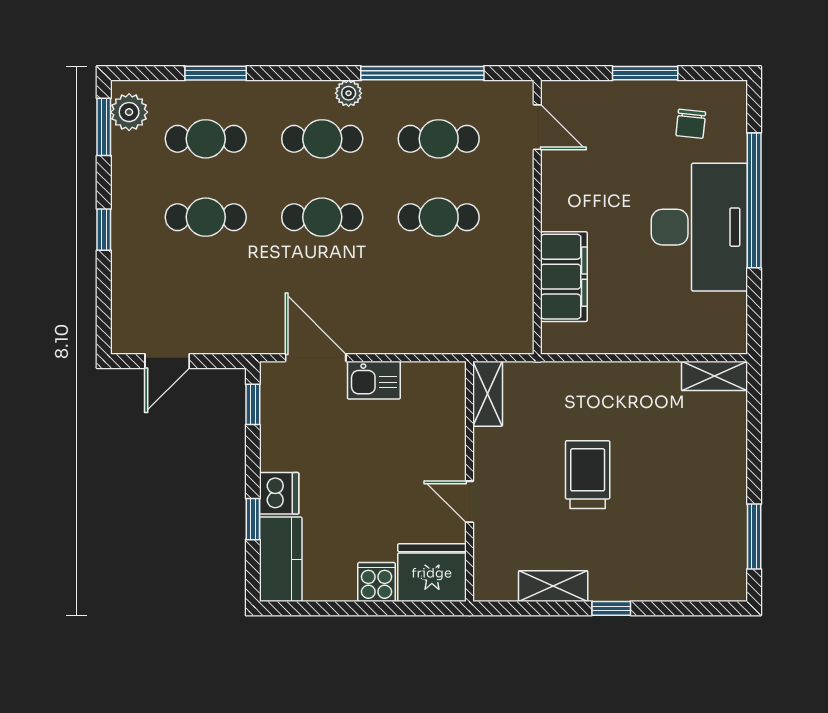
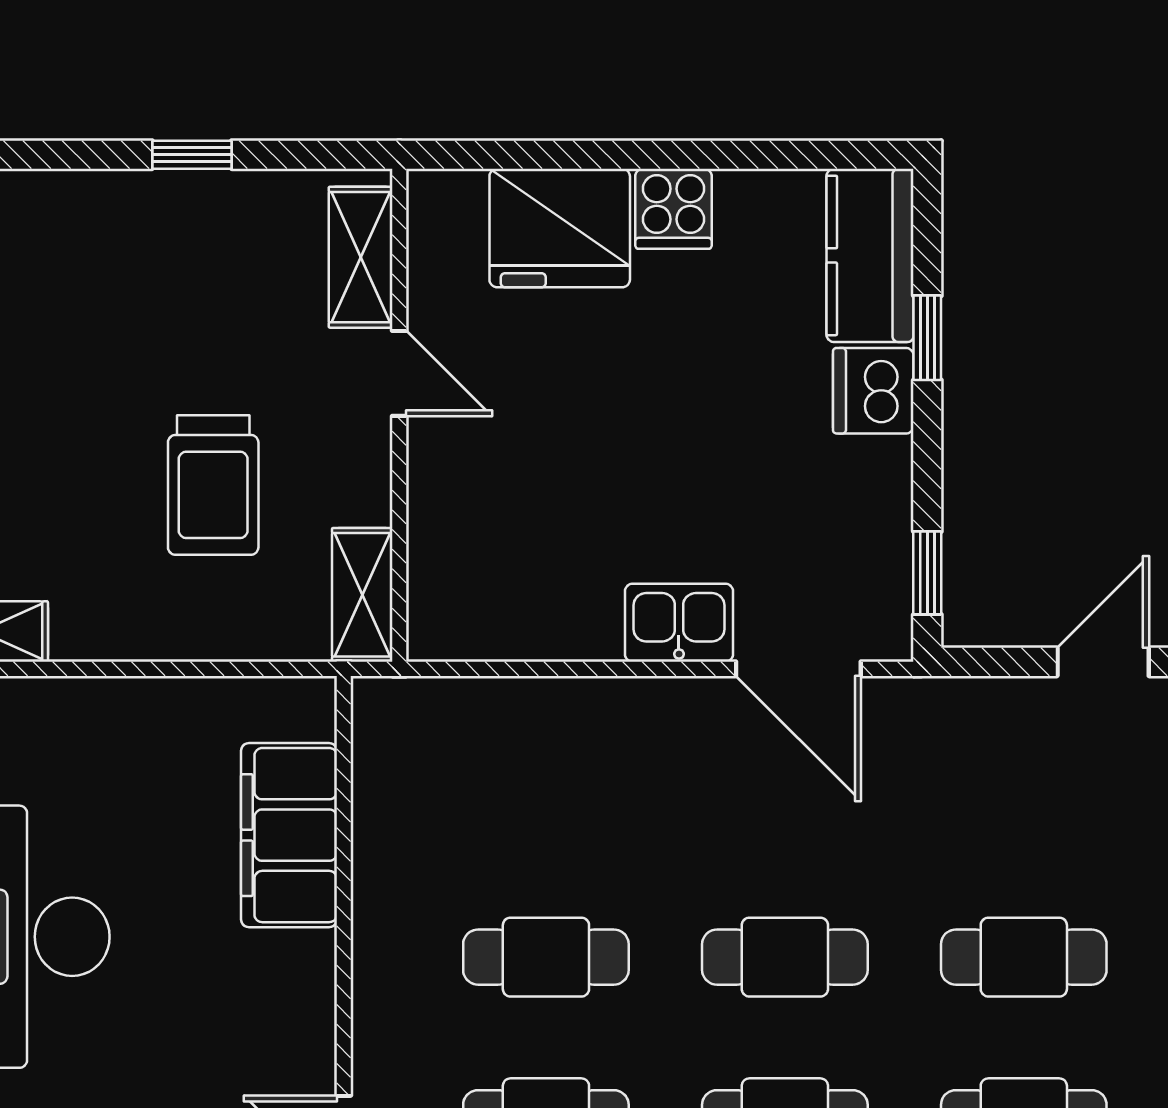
shelving: (488, 394) -> (362, 595), moved
trolley: (588, 475) -> (213, 485), moved
wall: (470, 481) -> (399, 415), moved
door: (470, 502) -> (399, 373), moved
shelving: (553, 586) -> (361, 257), moved, turned 90

